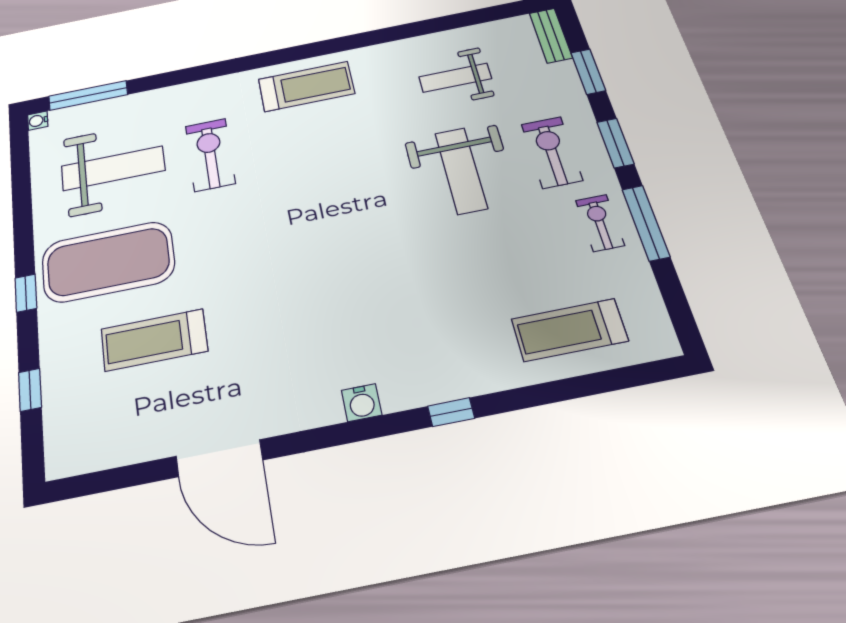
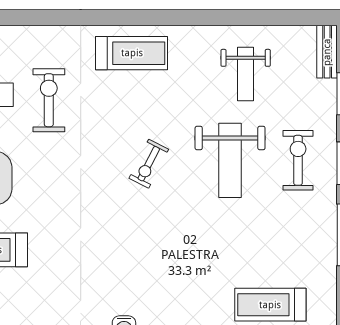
weight bench: (455, 78) -> (246, 74), turned -90
exercise bike: (600, 223) -> (149, 164), moved, turned -153

